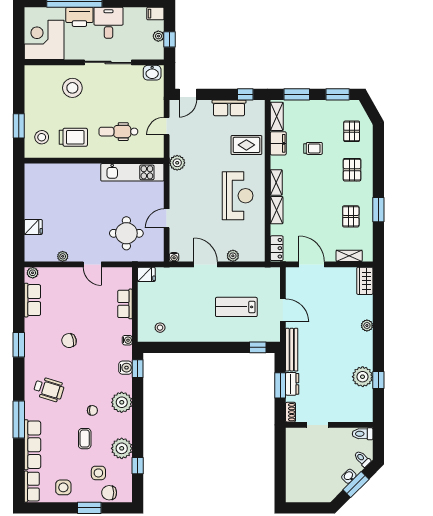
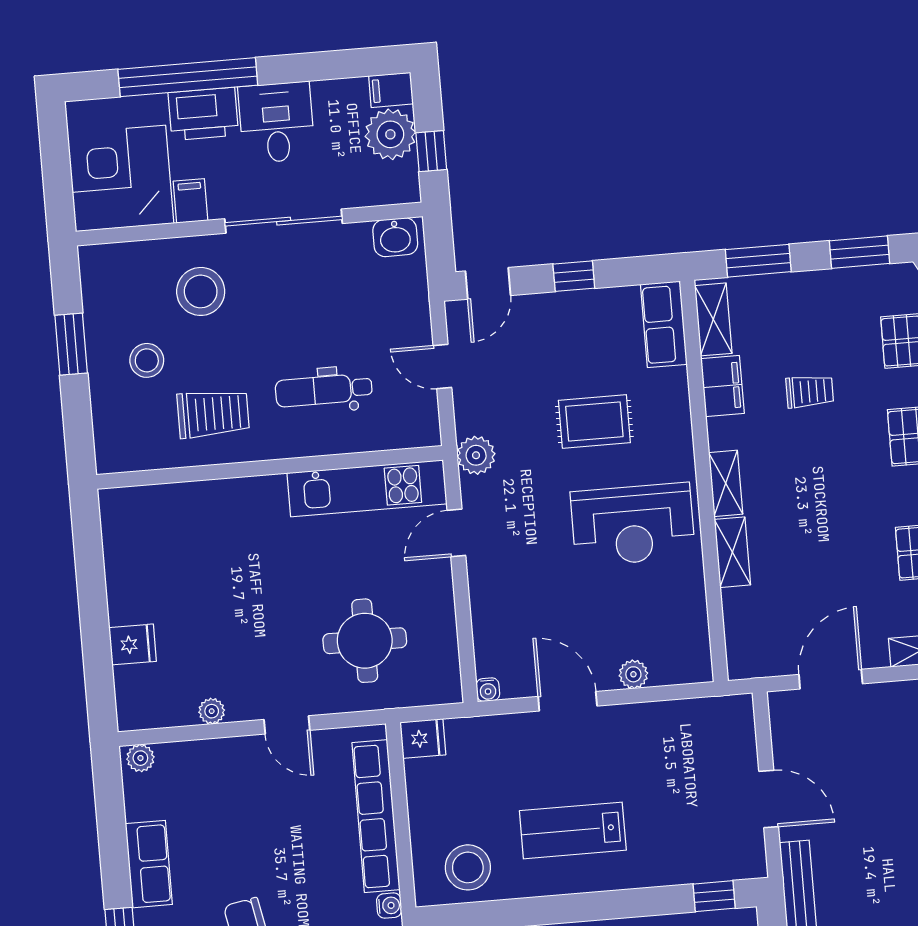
plant: (158, 36) -> (390, 134), width x1.88, depth x1.88
filing cabinet: (71, 51) -> (191, 201), added
window: (245, 94) -> (574, 276), moved
row of seats: (229, 108) -> (664, 324), moved, turned 90
window: (19, 126) -> (71, 344), moved
door: (167, 126) -> (442, 367), hinge flipped
stool: (42, 137) -> (147, 360), moved
rug: (246, 145) -> (594, 422), moved
reception desk: (238, 196) -> (633, 524), turned 90
door: (167, 218) -> (456, 533), moved
locker: (277, 248) -> (741, 646), removed
door: (312, 264) -> (831, 679), hinge flipped
row of seats: (32, 300) -> (149, 864), moved
row of seats: (125, 304) -> (376, 816), width x2.02
lab bench: (236, 307) -> (573, 830), moved
stool: (160, 328) -> (468, 867), width x1.89, depth x1.89

